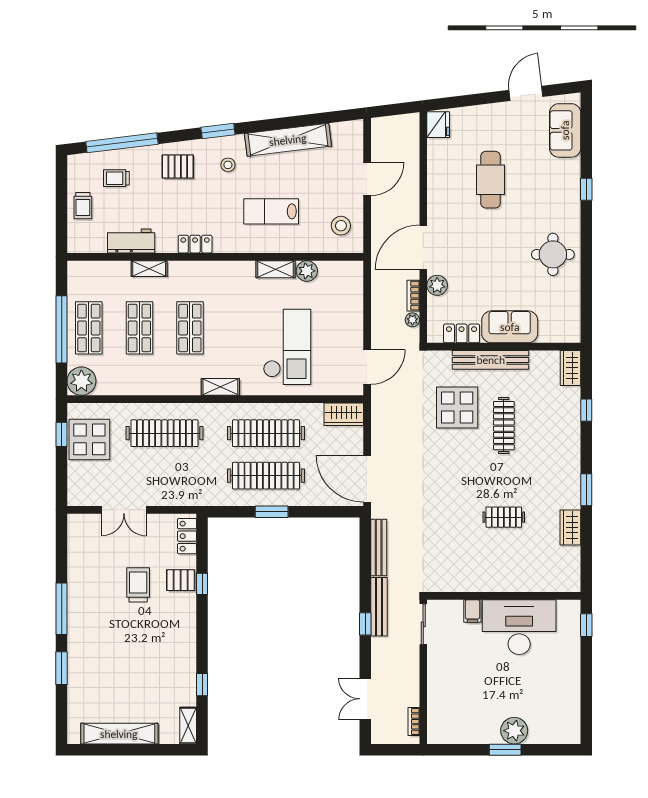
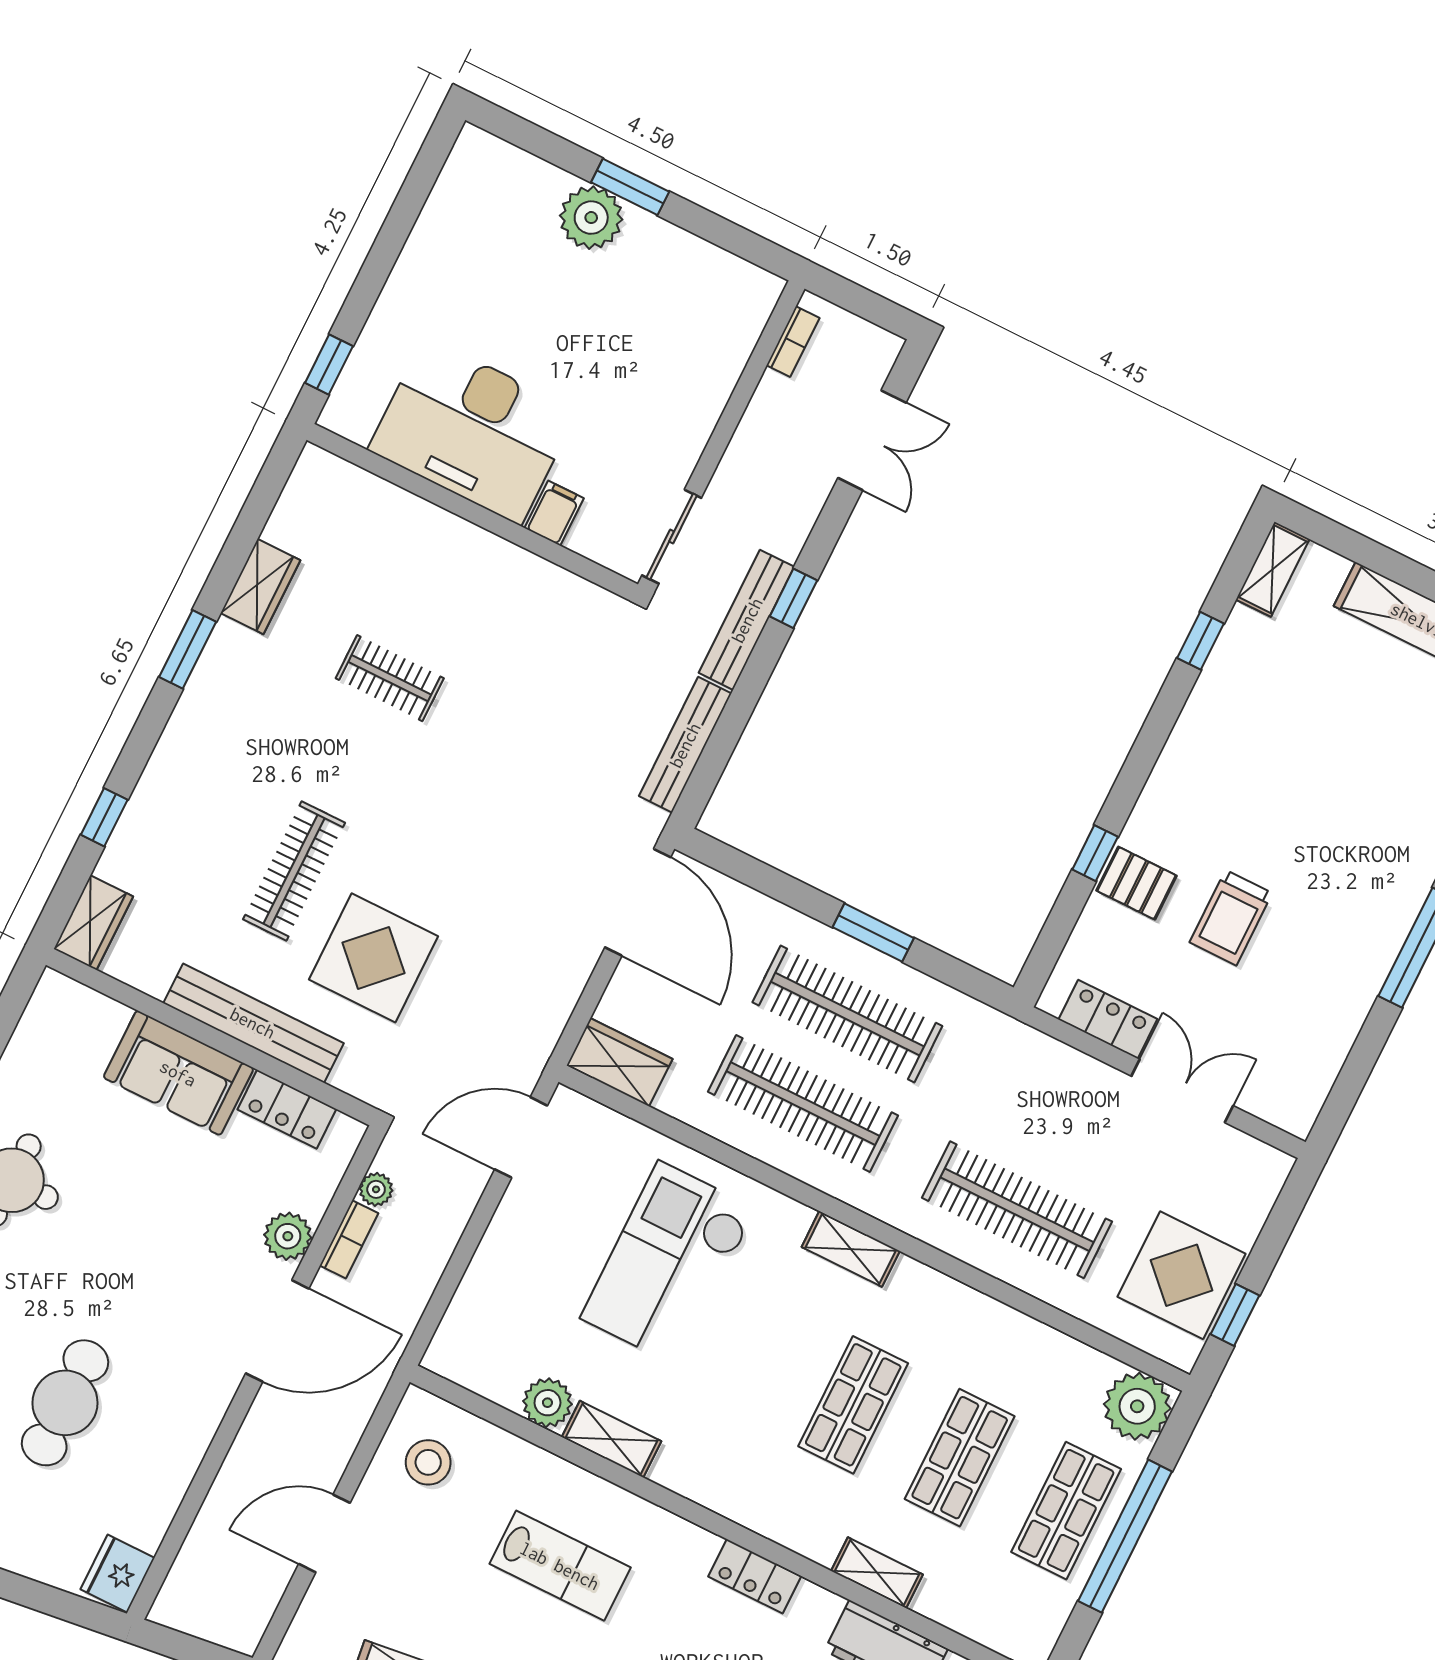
locker: (187, 536) -> (1108, 1019), moved, turned -90

